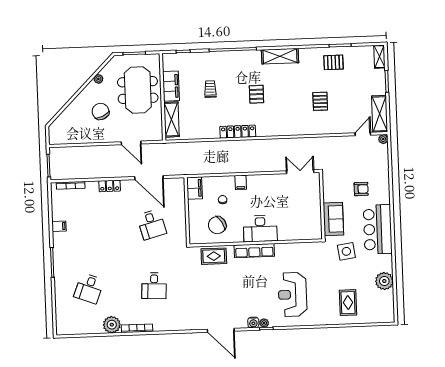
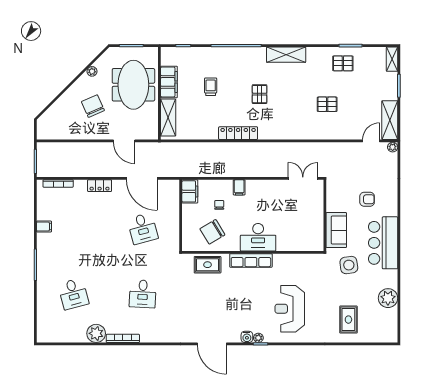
pallet: (320, 101) -> (327, 104), turned 90
desk: (89, 288) -> (73, 294), turned -36

